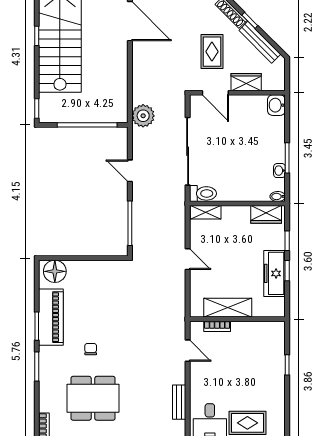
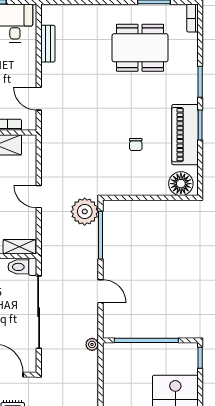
plant: (143, 116) -> (92, 344), width x0.53, depth x0.53
plant: (145, 245) -> (85, 212), added
chair: (91, 349) -> (136, 145), moved

